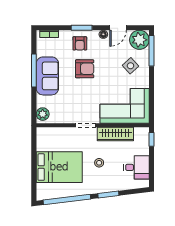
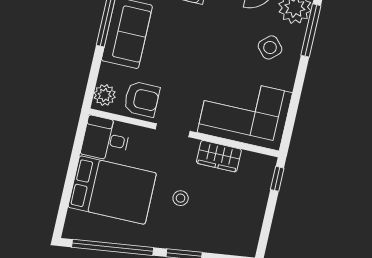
armchair: (85, 69) -> (142, 99), moved
wardrobe: (115, 134) -> (219, 156), width x0.67
desk: (136, 167) -> (106, 139), moved, turned 180

